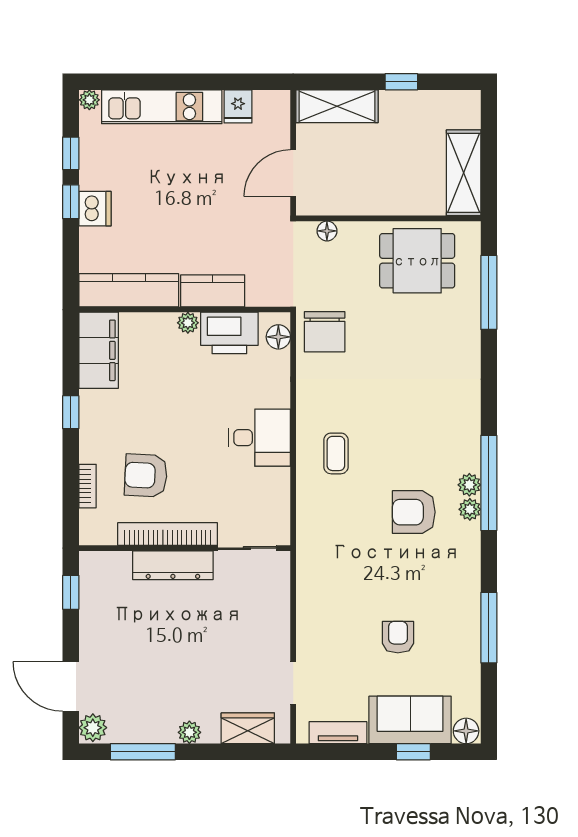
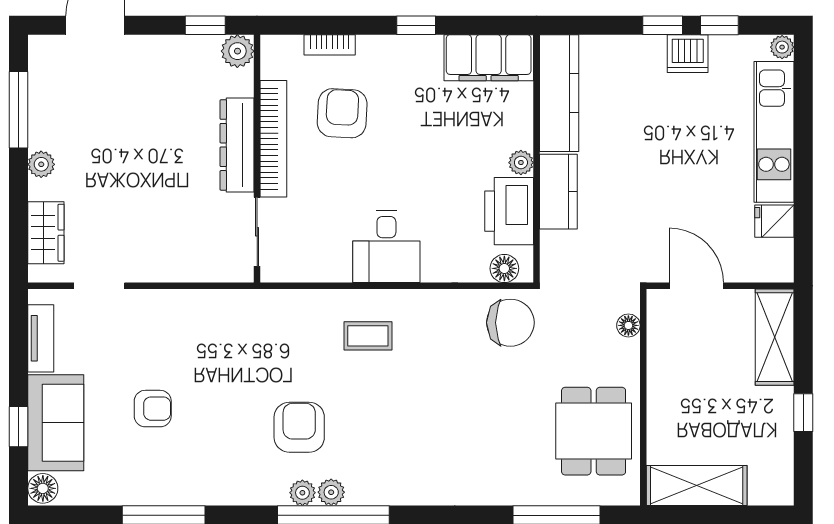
dishwasher: (95, 209) -> (688, 54), moved
chair: (325, 332) -> (510, 323), turned 180
plant: (93, 728) -> (237, 51), moved

